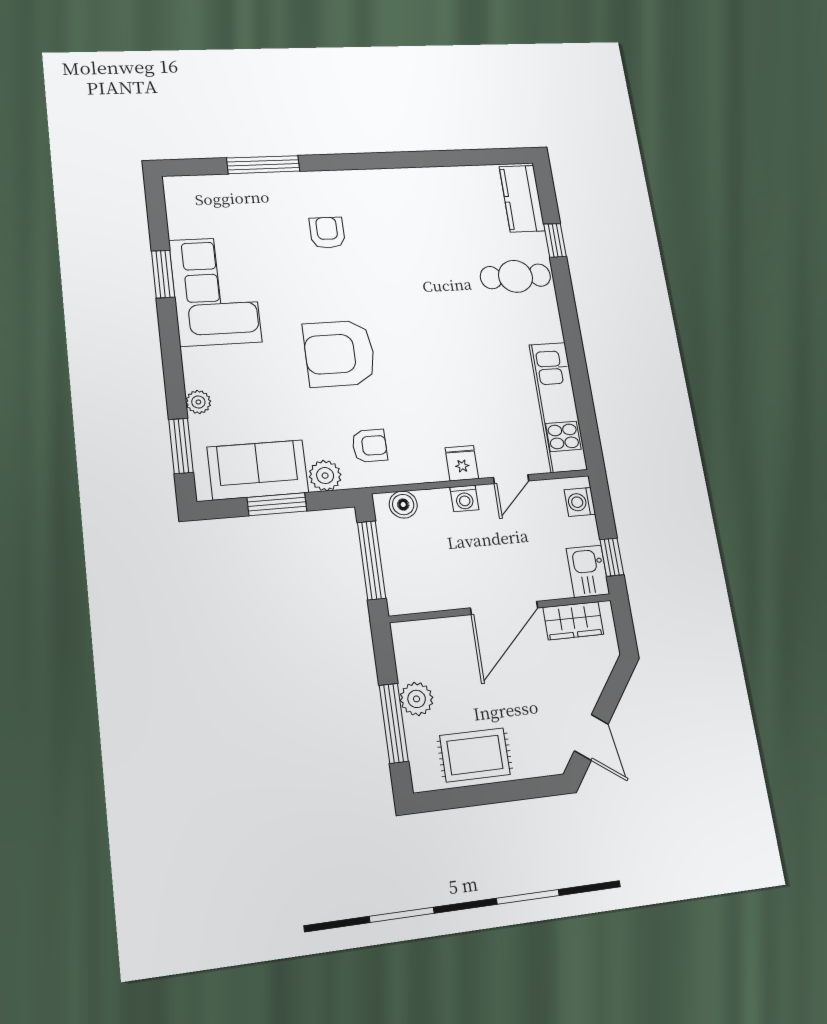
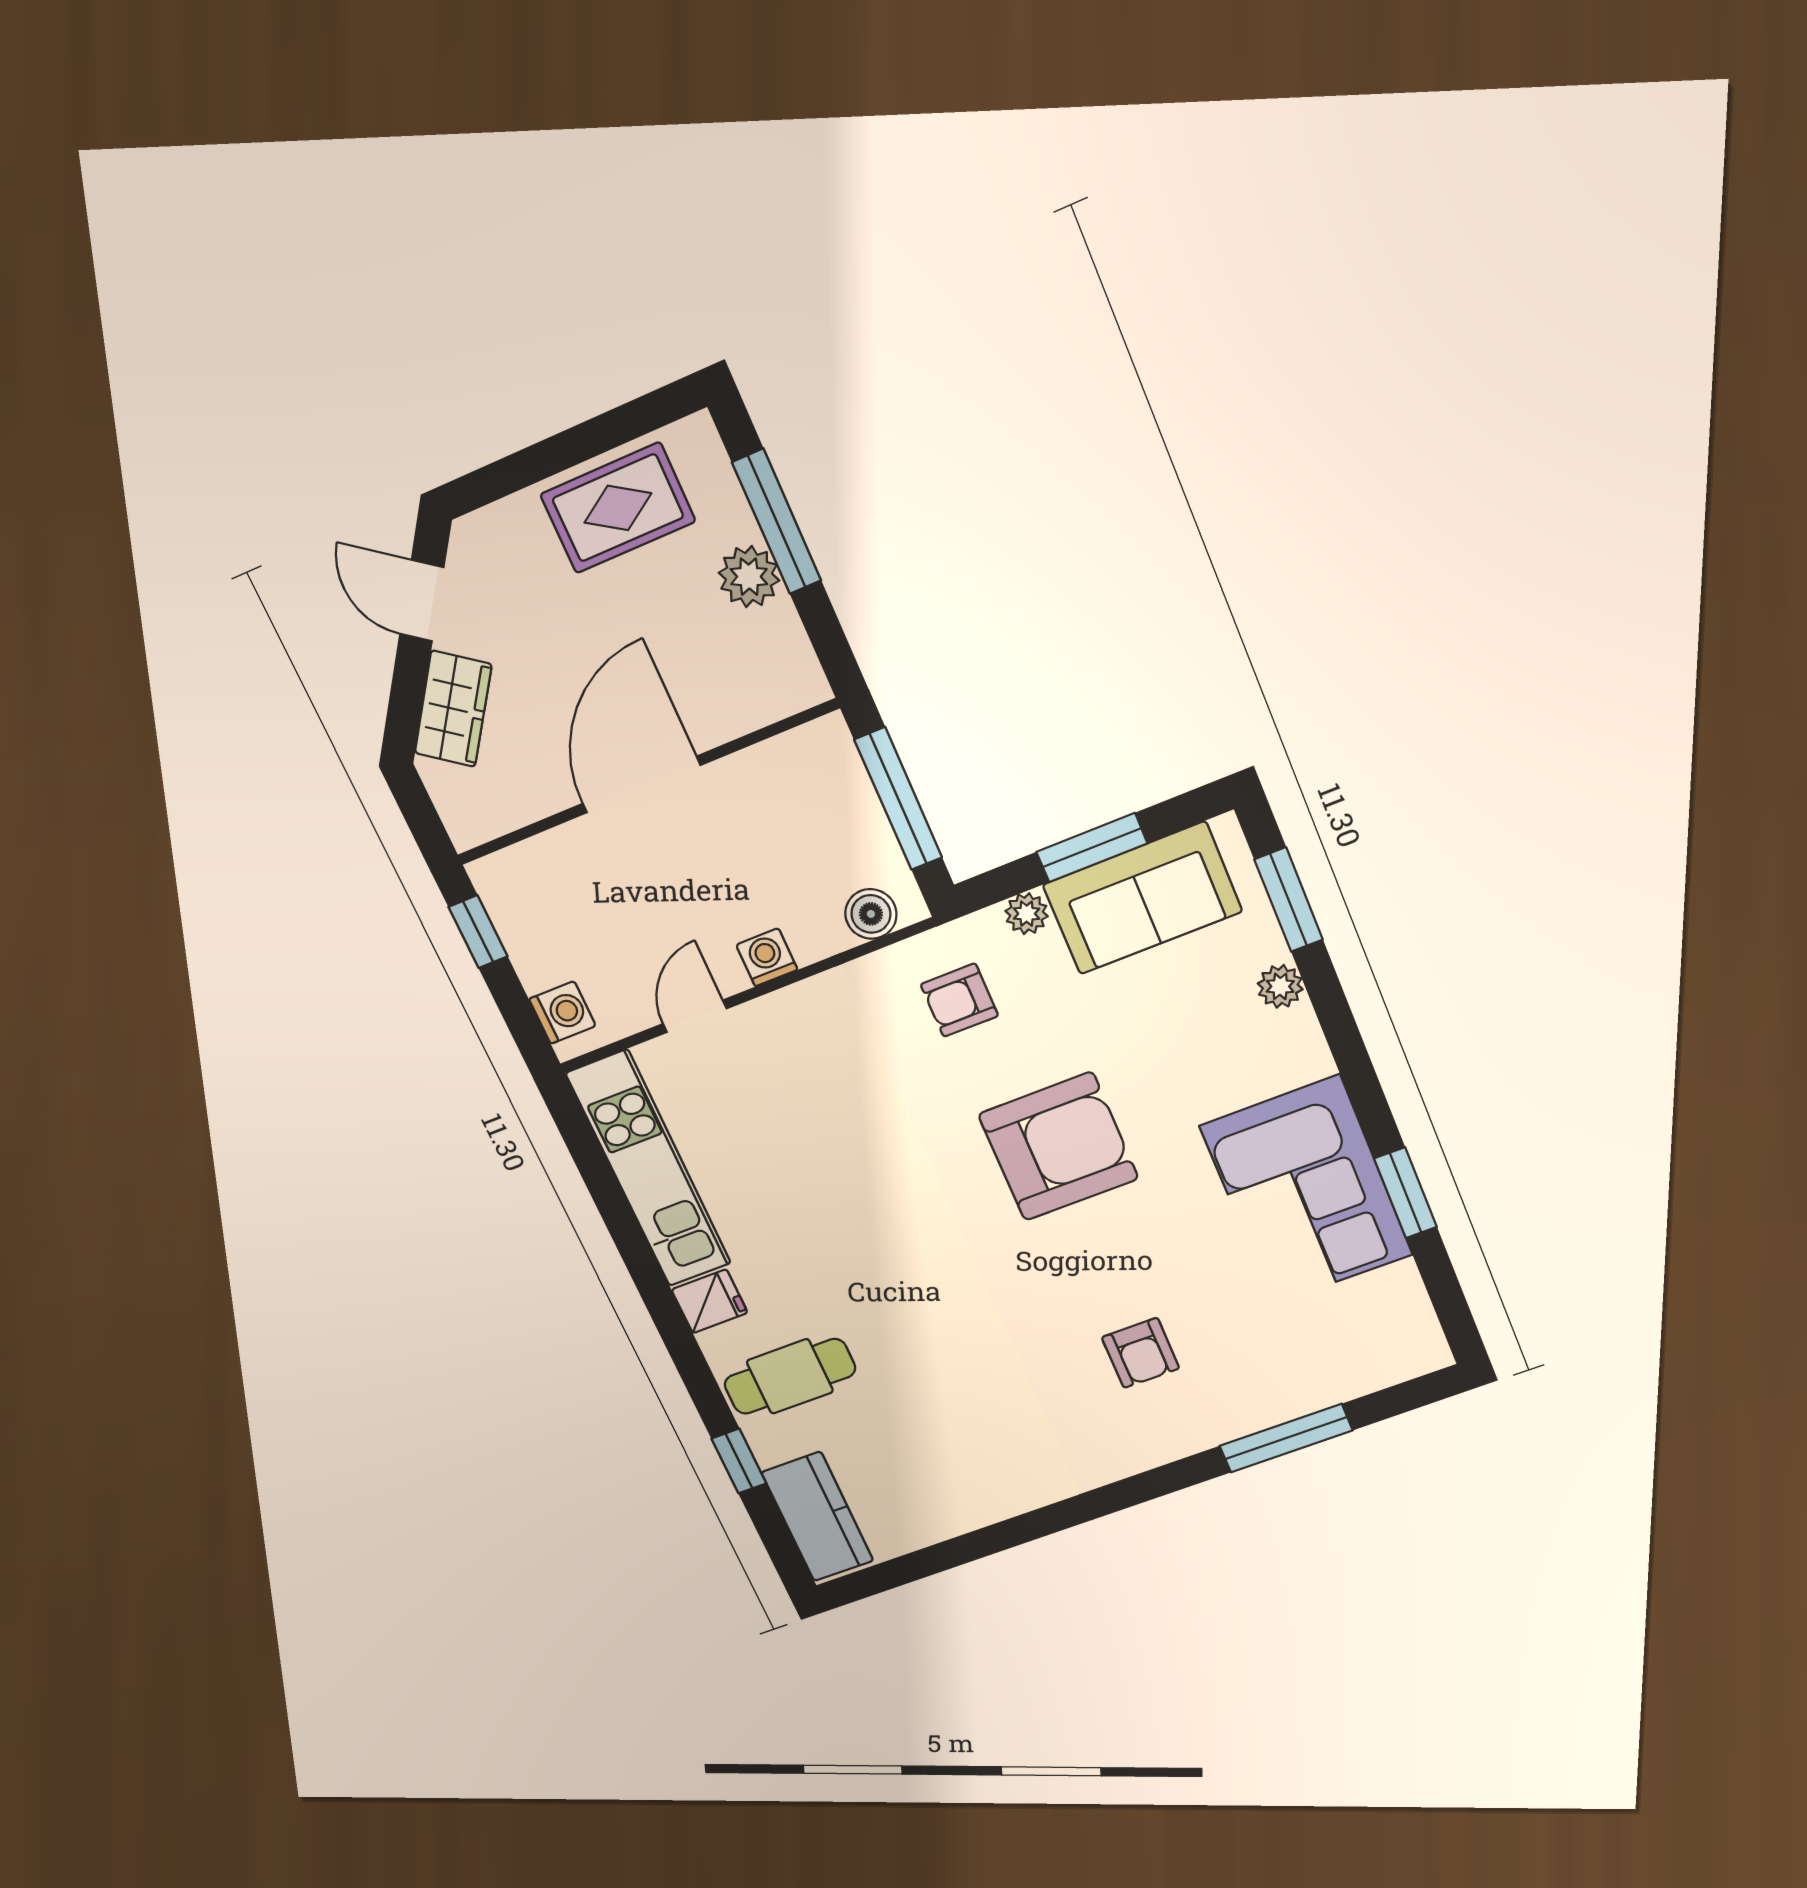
fridge: (462, 463) -> (710, 1301), moved, turned -90
plant: (325, 476) -> (1027, 914), width x0.73, depth x0.73
kitchen sink: (588, 571) -> (513, 894), removed
wardrobe: (573, 621) -> (453, 709), moved, turned 126

